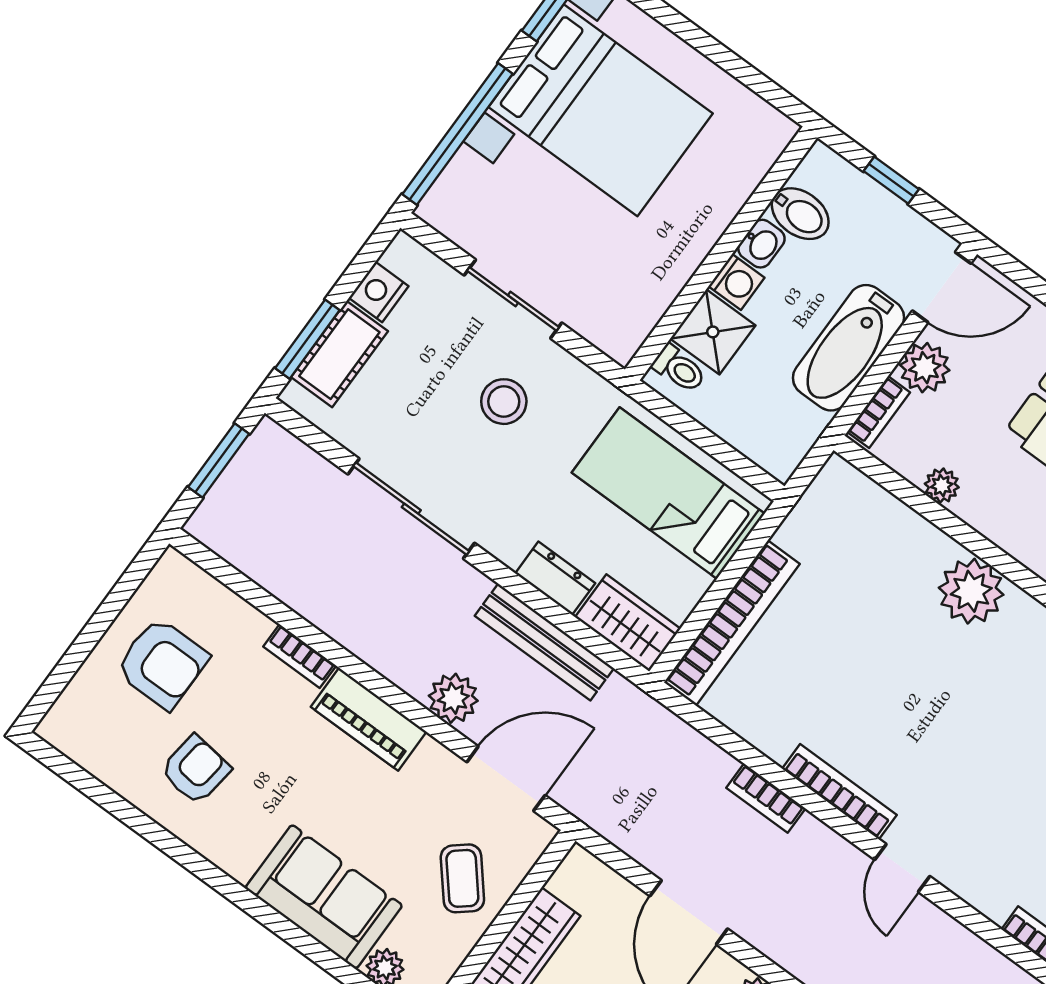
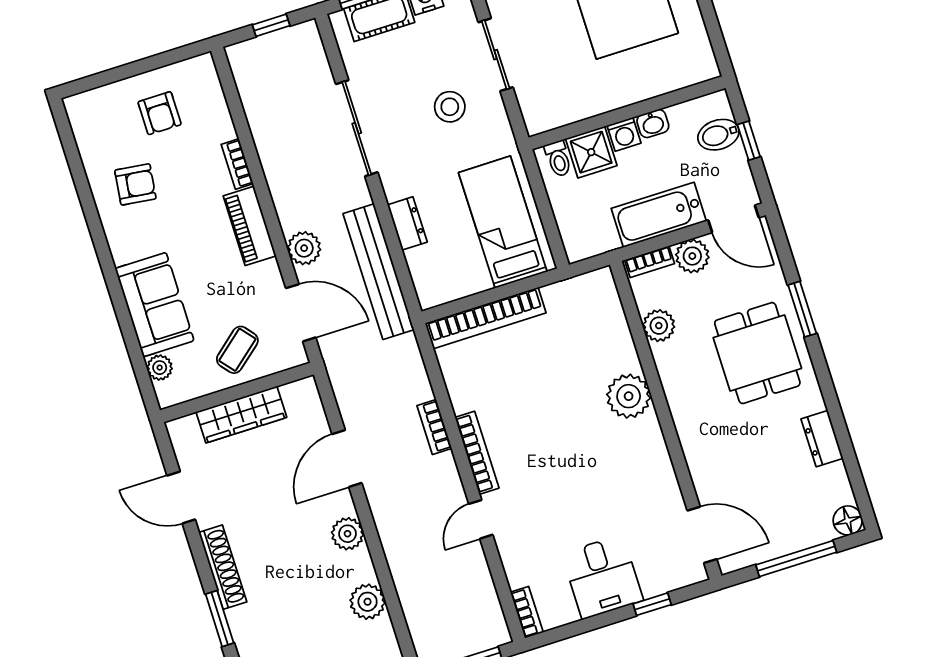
bidet: (800, 214) -> (718, 135), moved, turned 90
window: (219, 460) -> (271, 25), width x0.67
plant: (942, 485) -> (659, 326), width x1.38, depth x1.38
wardrobe: (628, 623) -> (429, 277), removed
bench: (544, 642) -> (379, 272), width x1.37, depth x1.21
armchair: (162, 663) -> (160, 113), width x0.72, depth x0.72

